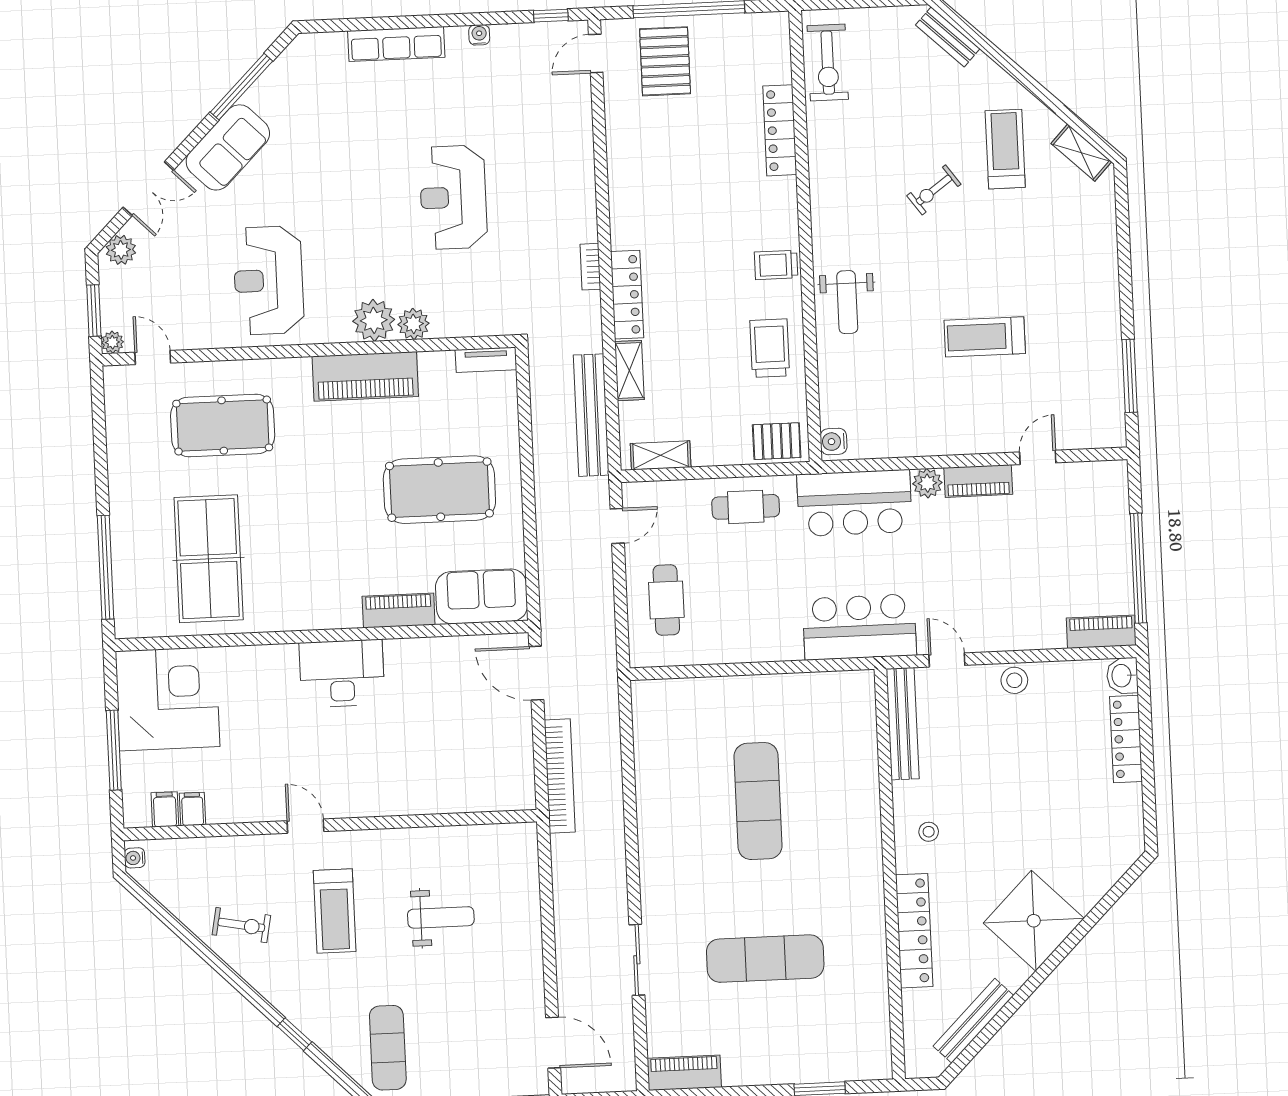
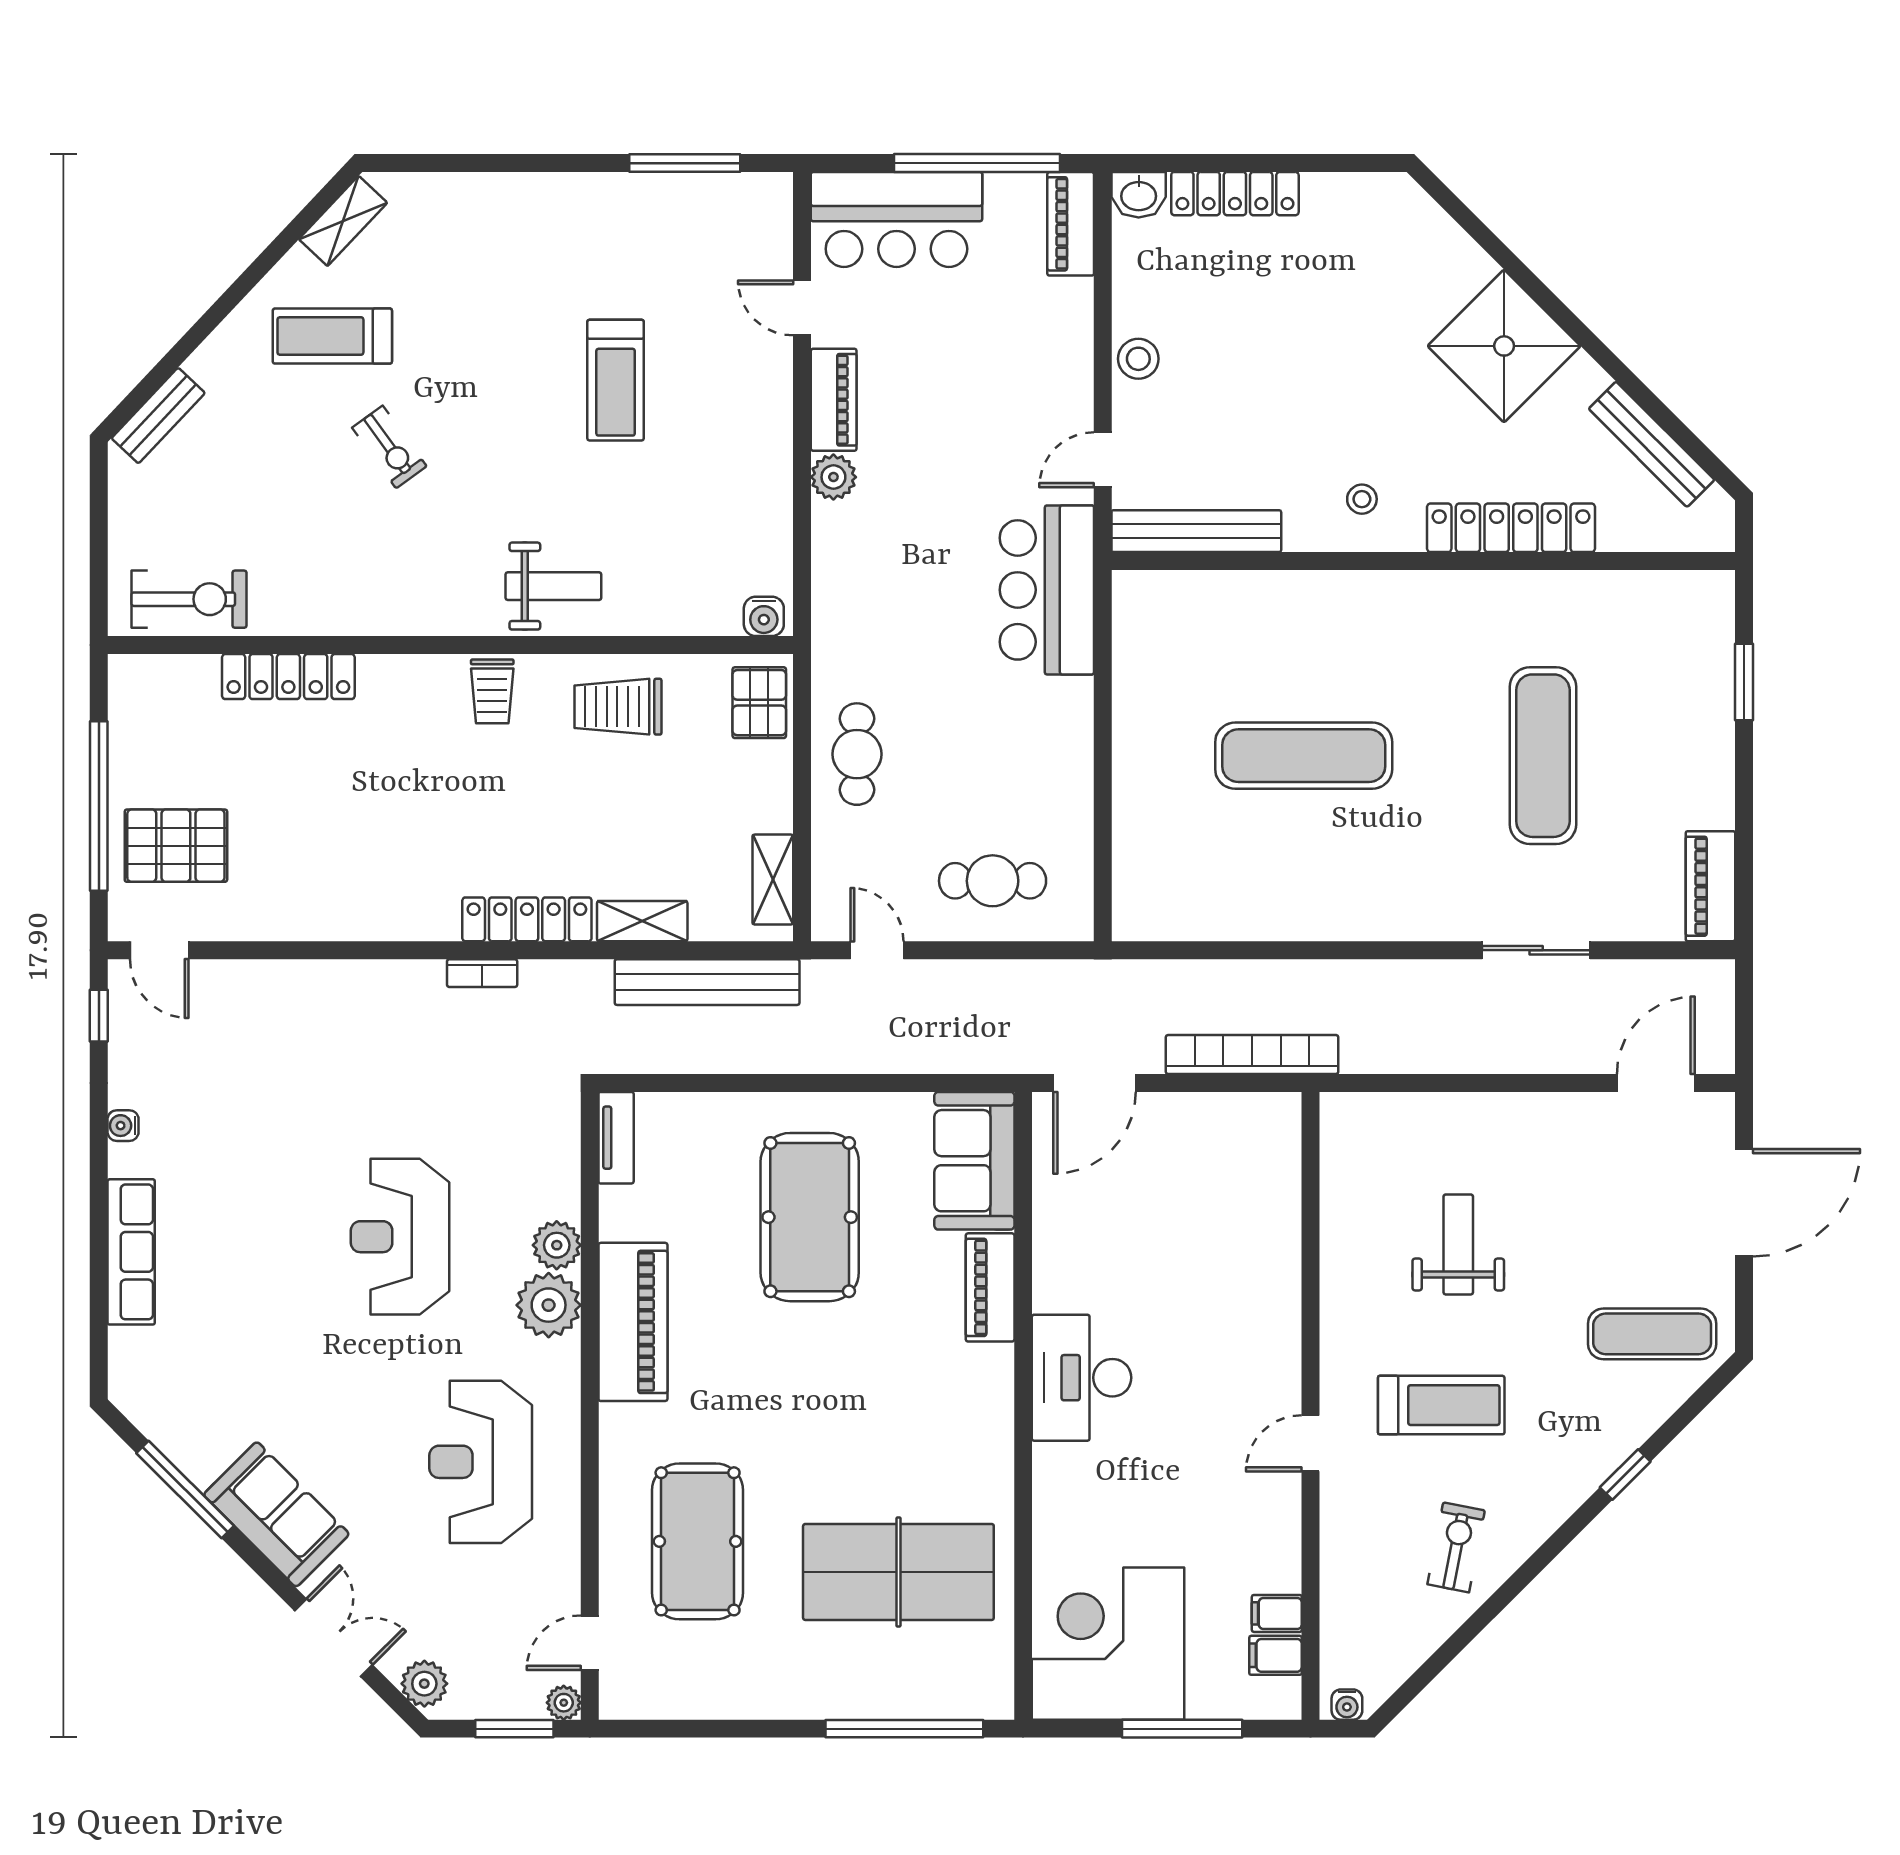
reception desk: (453, 197) -> (400, 1237), moved, turned 90
reception desk: (269, 280) -> (481, 1462), turned 90
bar counter: (855, 503) -> (896, 219), moved, turned 90

